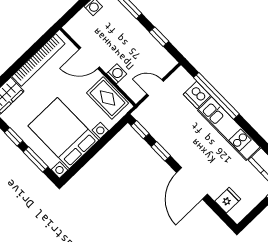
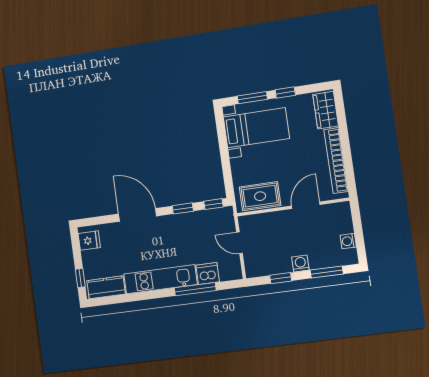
washing machine: (117, 74) -> (300, 264), moved, turned 180
door: (155, 88) -> (239, 243), swing flipped
window: (216, 96) -> (195, 289), width x0.68
bed with nightstands: (63, 133) -> (256, 128), width x0.73
fridge: (228, 200) -> (89, 241), moved, turned -90

